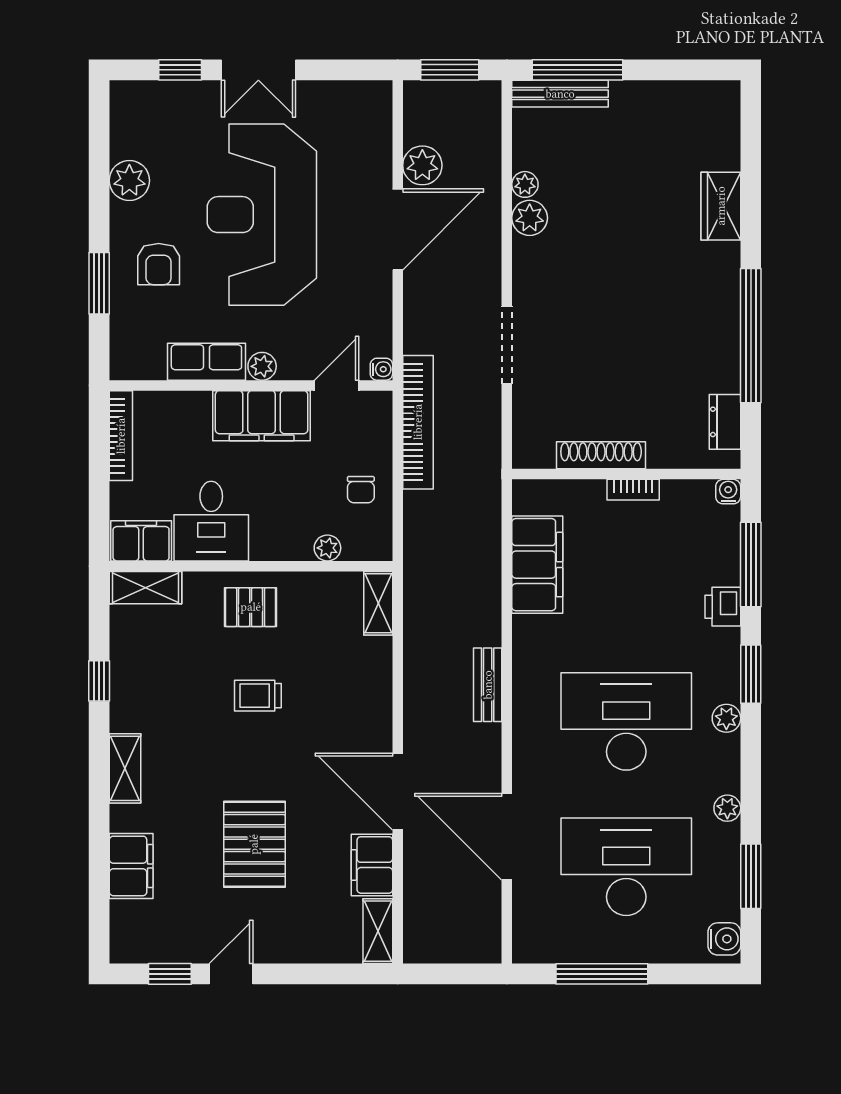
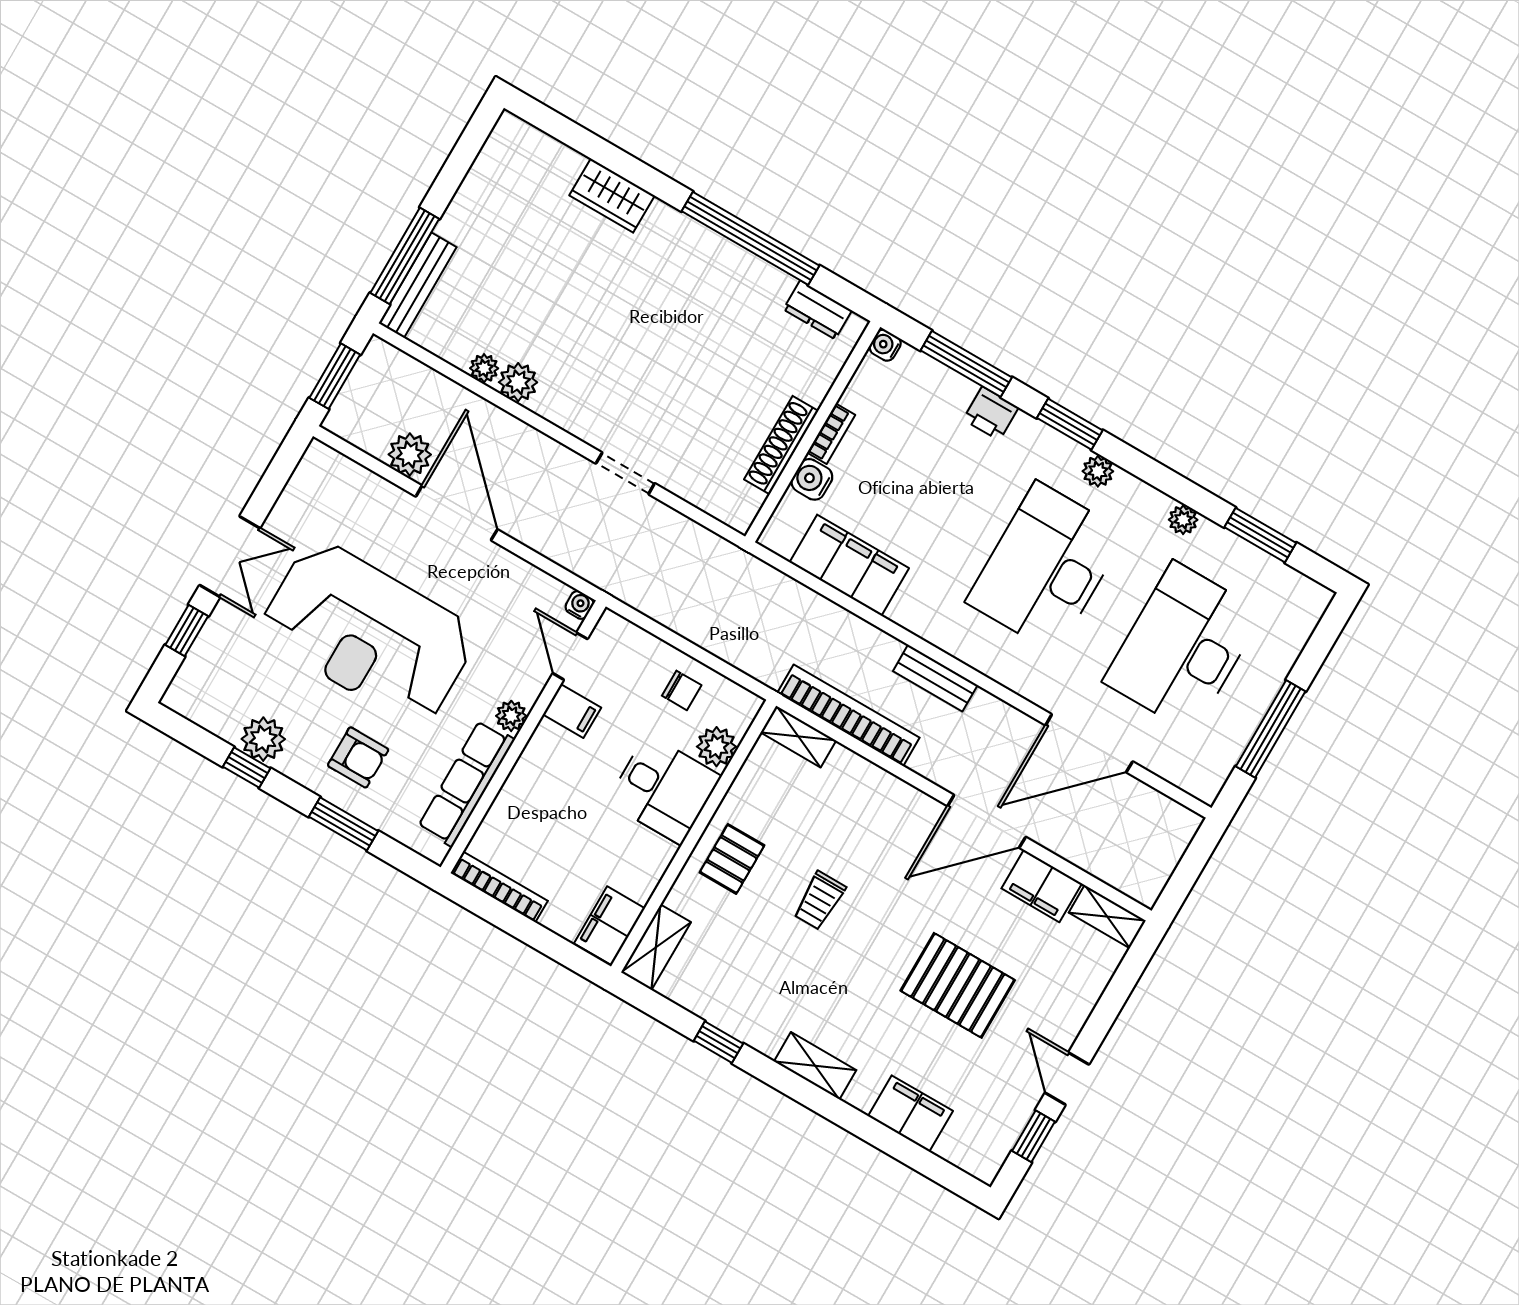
window: (99, 180) -> (247, 768), added
doorway: (507, 345) -> (625, 473), width x0.73
row of seats: (206, 362) -> (466, 783), width x1.48
filing cabinet: (262, 416) -> (572, 711), width x0.33, depth x0.86
bookcase: (418, 422) -> (848, 715), moved
desk: (211, 521) -> (664, 789), moved
plant: (327, 548) -> (716, 747), width x1.38, depth x1.38
water cooler: (724, 939) -> (812, 479), moved, turned -90

